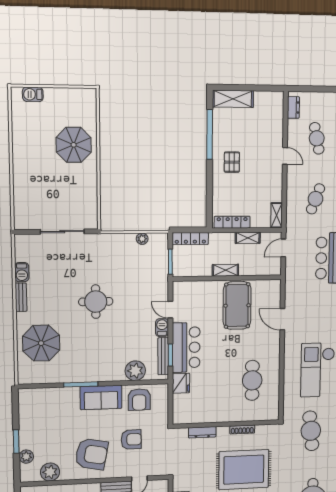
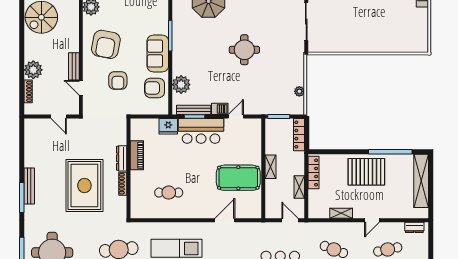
shelving: (233, 99) -> (421, 181), width x1.47
parasol: (74, 145) -> (380, 32), removed
pallet: (232, 162) -> (366, 172), width x2.05, depth x2.00
shelving: (277, 215) -> (341, 213), moved
cafe table: (252, 380) -> (169, 193), width x0.73, depth x0.74
piano: (212, 416) -> (137, 155), added
dresser: (202, 432) -> (122, 158), moved

